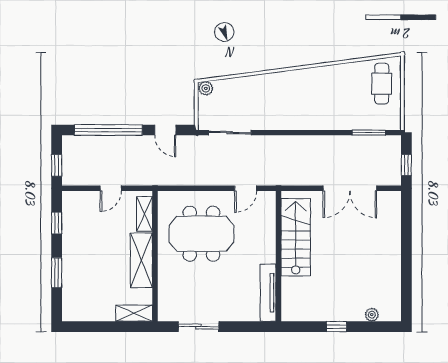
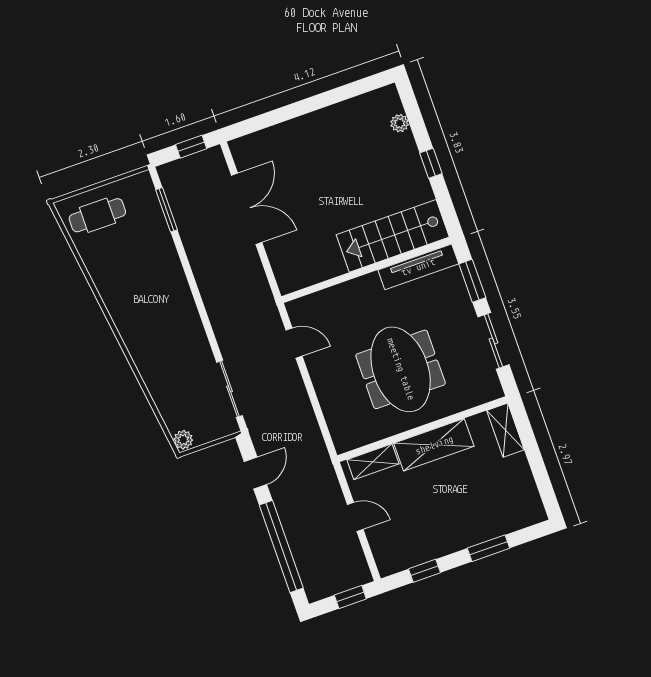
meeting table: (201, 234) -> (401, 369), moved
stairs: (296, 237) -> (393, 236), moved
window: (245, 327) -> (472, 281), added

